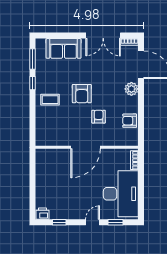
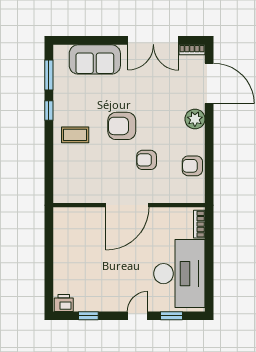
armchair: (82, 94) -> (122, 126), turned 90
armchair: (99, 117) -> (147, 160), turned -90

